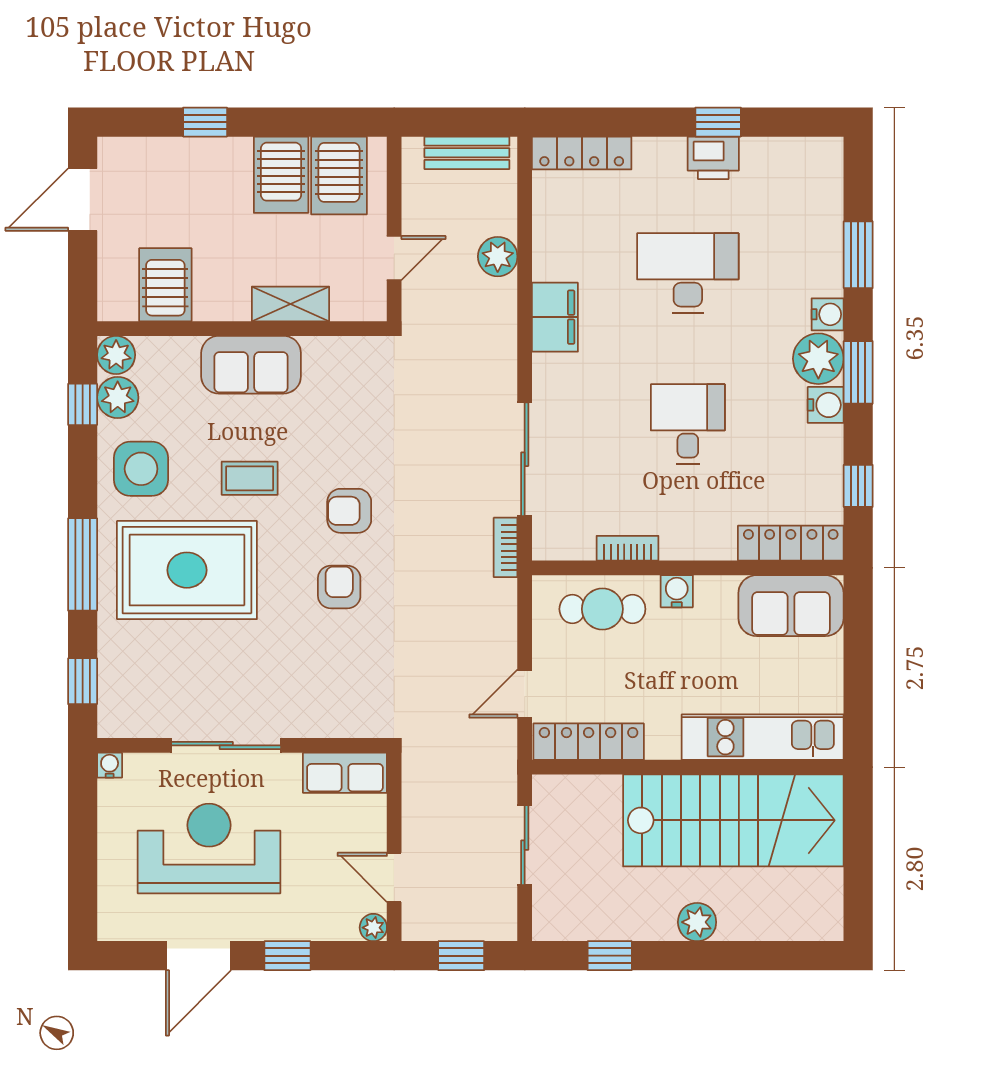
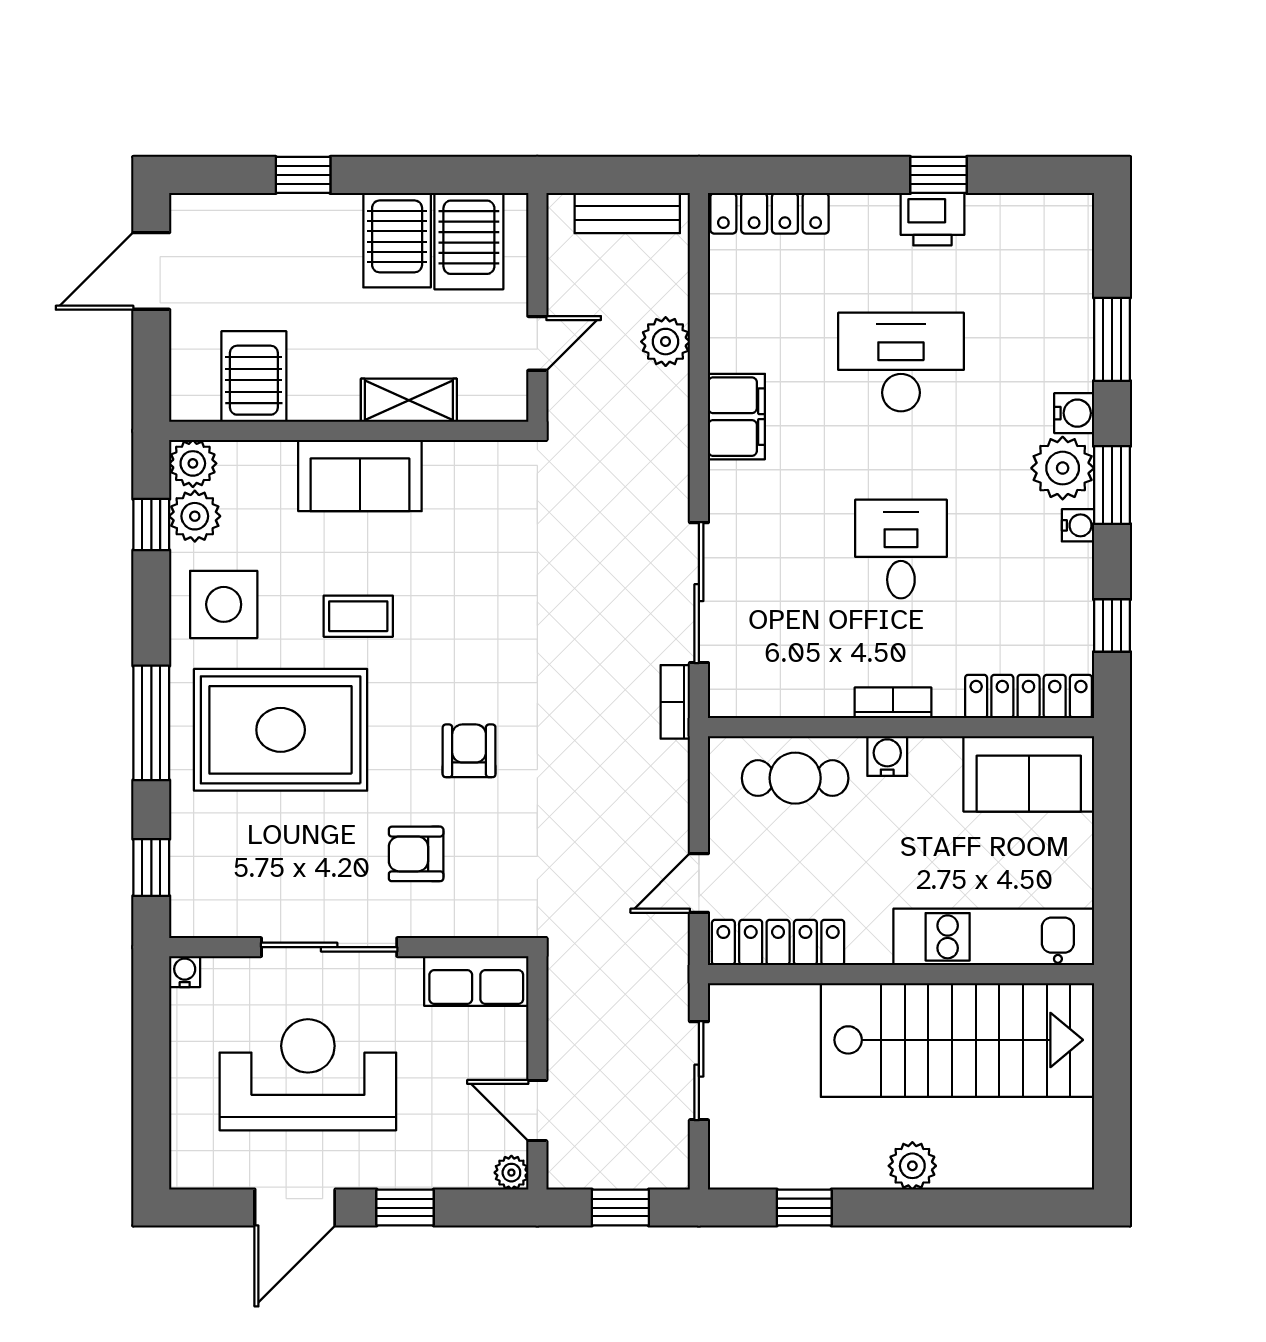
water cooler: (826, 405) -> (1078, 525), width x0.72, depth x0.72
armchair: (349, 511) -> (416, 854), moved
bookcase: (628, 548) -> (893, 703), moved

